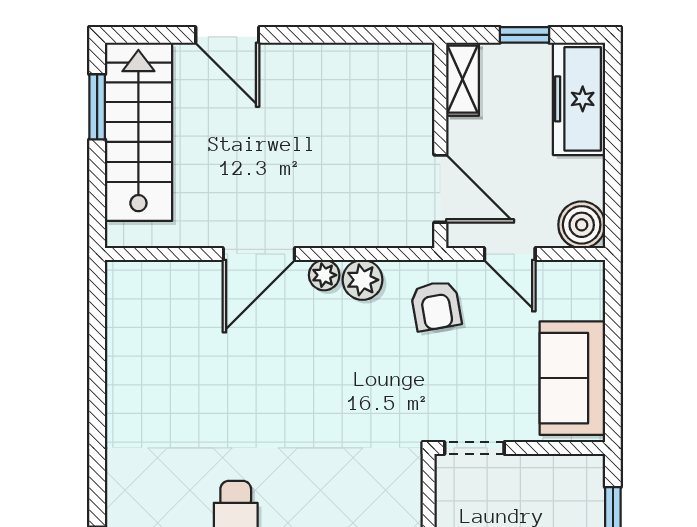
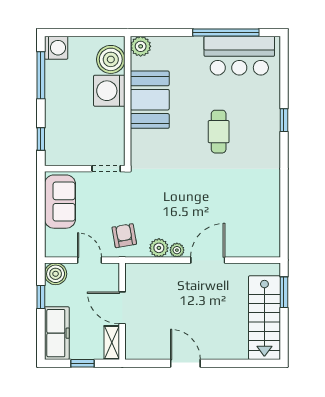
door: (227, 35) -> (185, 363), moved
window: (97, 107) -> (284, 292), moved
window: (613, 176) -> (41, 297), added
door: (440, 189) -> (122, 308), moved

